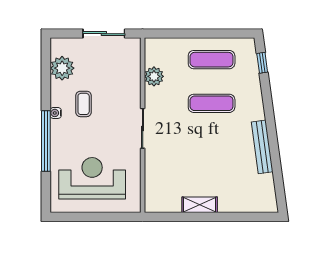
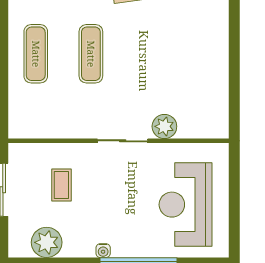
plant: (154, 76) -> (164, 126), moved
coffee table: (84, 104) -> (61, 185), moved, turned 90
shelving: (200, 205) -> (219, 69), removed

